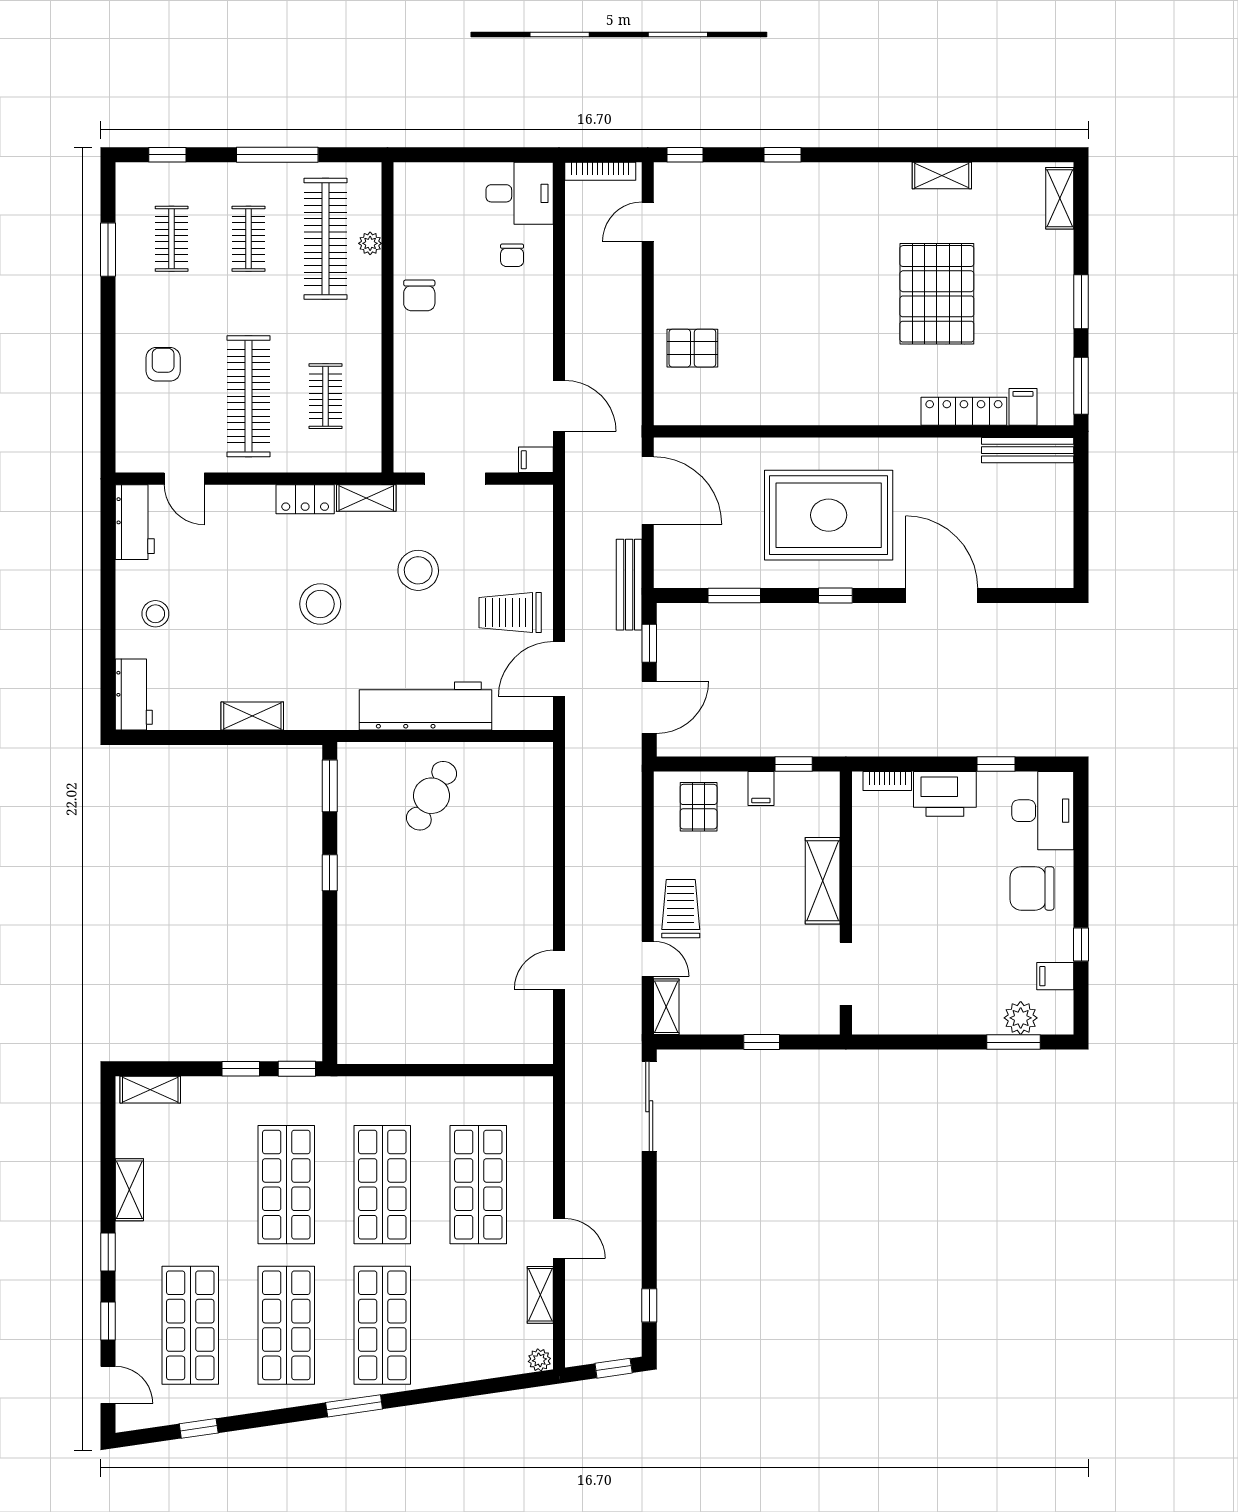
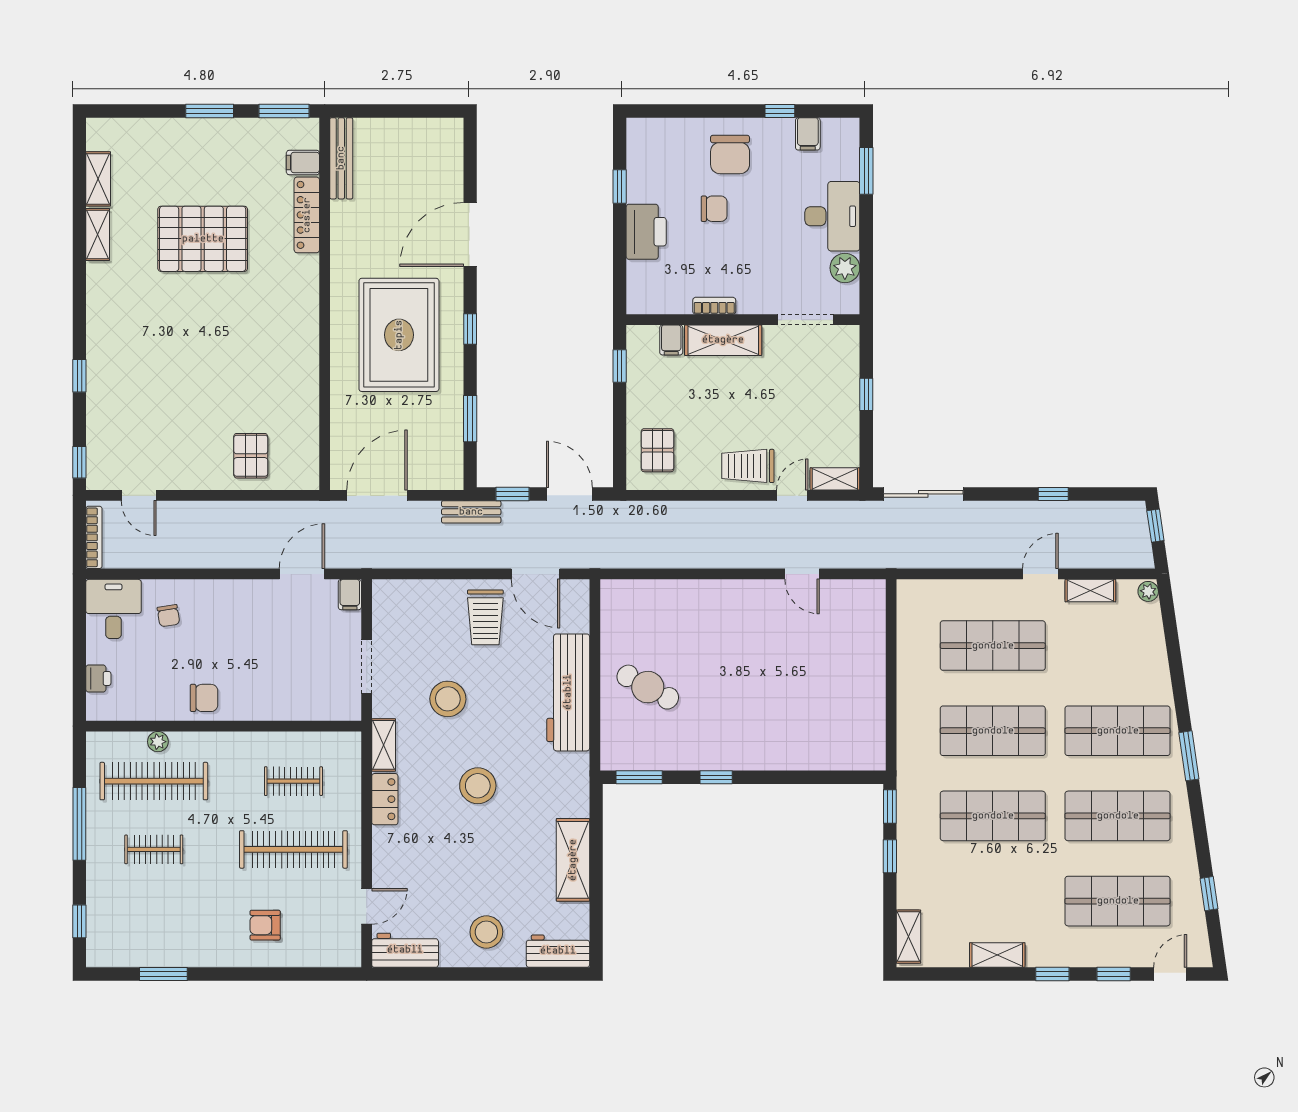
printer: (441, 176) -> (98, 678), added
shelving: (1060, 198) -> (98, 179), moved, turned 90
clothes rail: (172, 239) -> (154, 918), removed
chair: (512, 255) -> (168, 616), turned 81
bench: (629, 585) -> (471, 512), width x0.73
stool: (155, 614) -> (486, 932), width x1.38, depth x1.38
shelving: (252, 716) -> (573, 860), width x1.50, depth x1.33
bookcase: (887, 781) -> (714, 306), moved, turned -90
filing cabinet: (761, 789) -> (671, 340), moved, turned 90
pallet: (699, 807) -> (657, 450), turned 90
desk: (1043, 811) -> (832, 216), moved, turned 90
chair: (971, 871) -> (714, 209), added
plant: (1021, 1018) -> (845, 268), moved
window: (649, 1305) -> (1053, 494), moved

